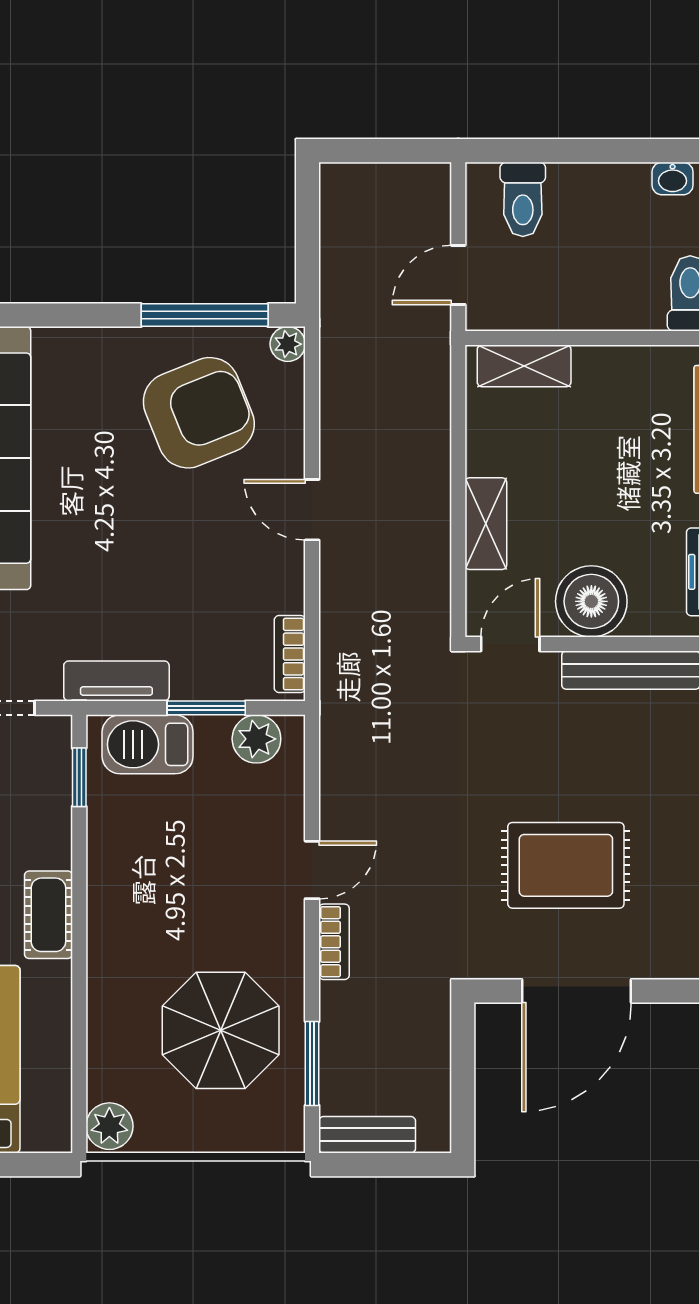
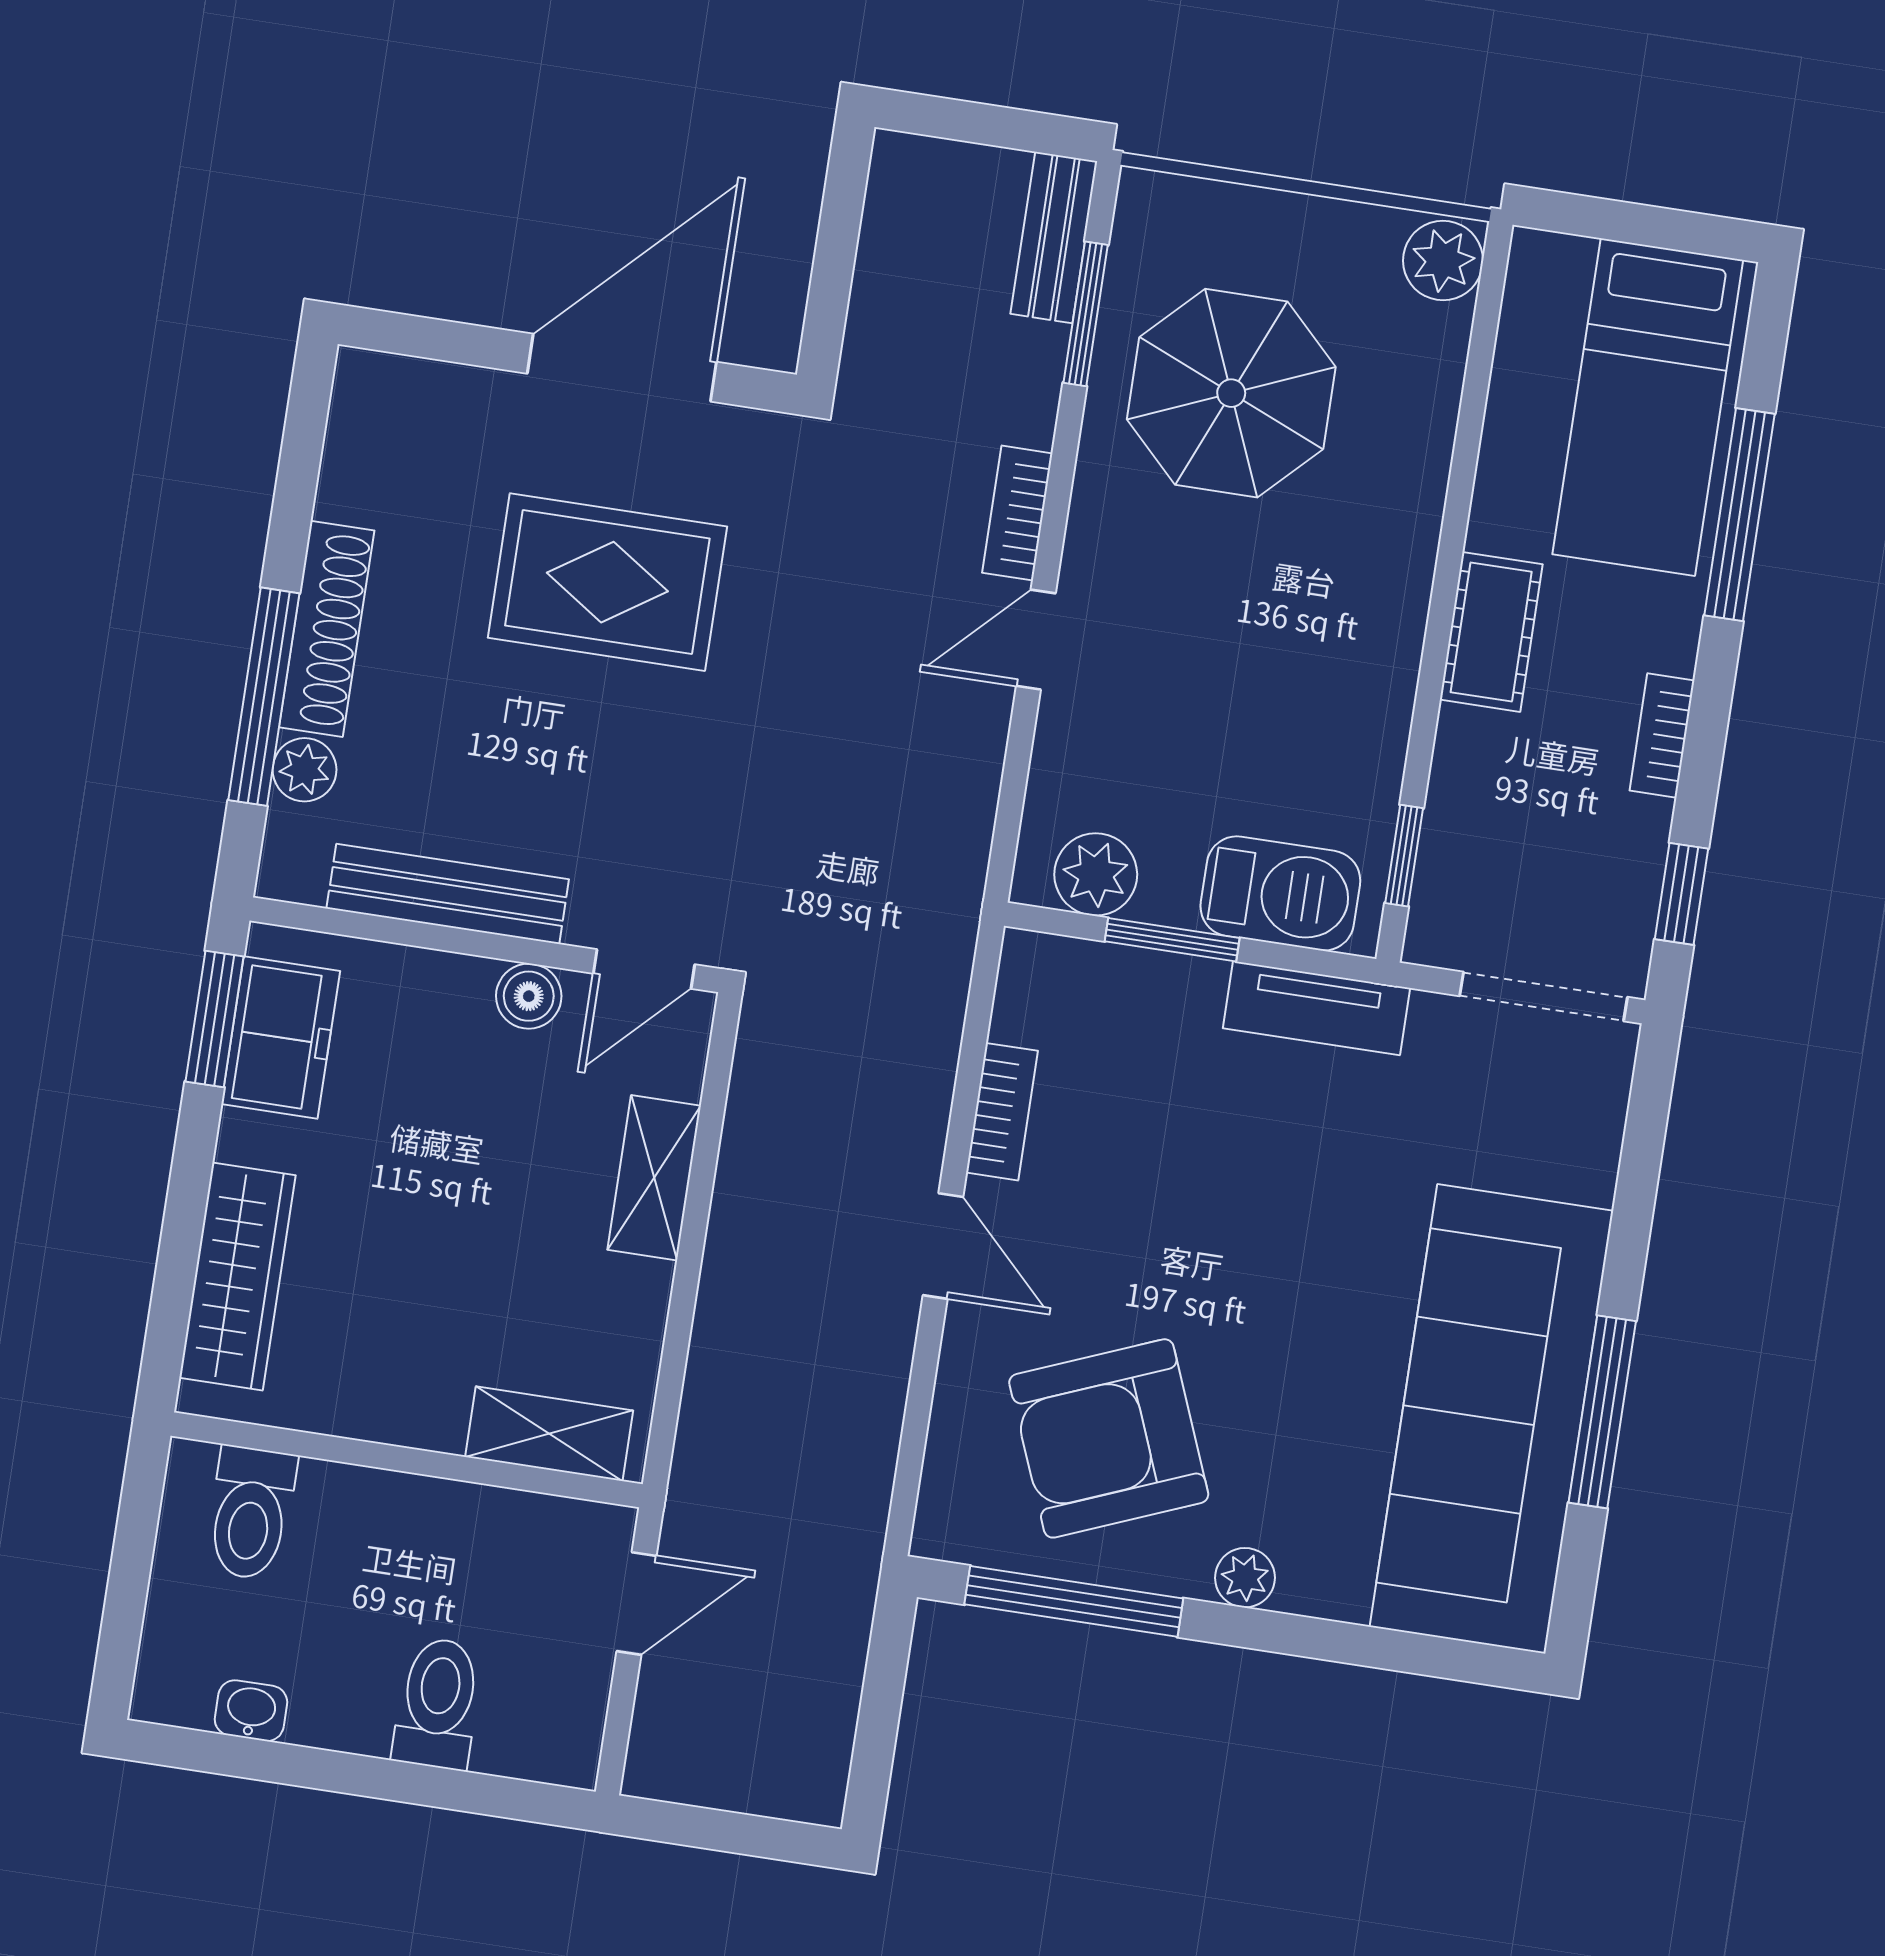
toilet: (523, 199) -> (438, 1703), moved
plant: (288, 344) -> (1245, 1578), moved
boiler: (591, 601) -> (529, 996), width x0.54, depth x0.54
bookcase: (290, 654) -> (1002, 1112), moved
bench: (367, 1135) -> (1054, 237), moved, turned 90

